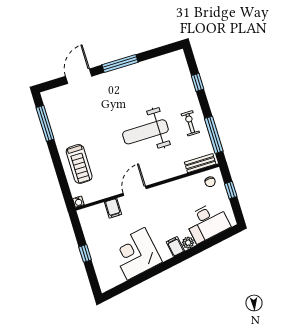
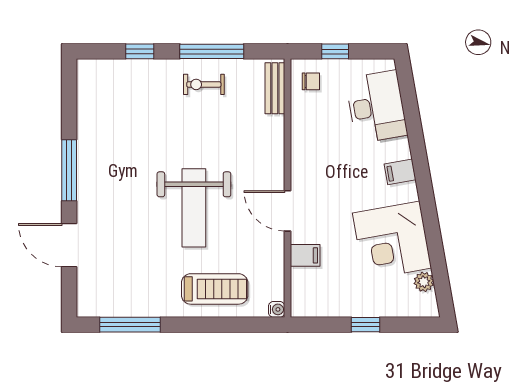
weight bench: (145, 132) -> (194, 208), moved
window: (214, 135) -> (212, 51), moved
plant: (188, 243) -> (424, 282), moved

